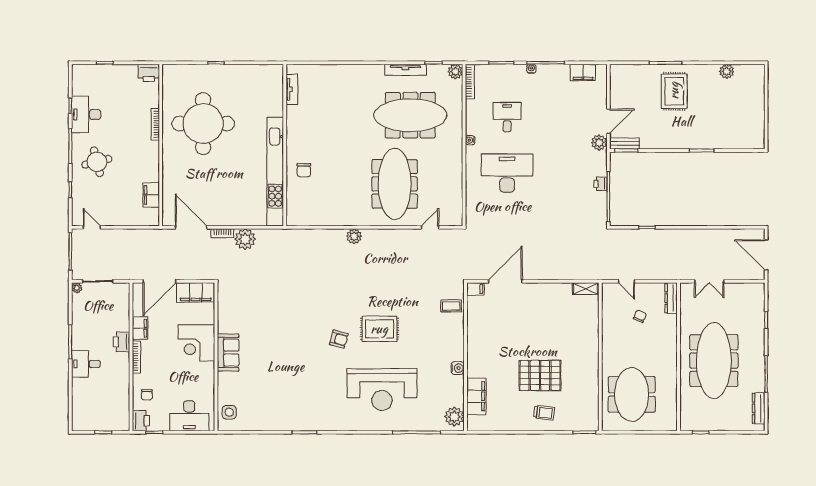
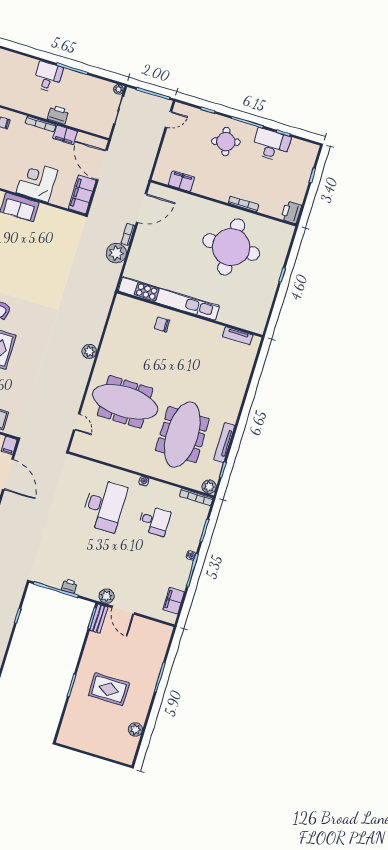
rug: (674, 91) -> (109, 689), moved

